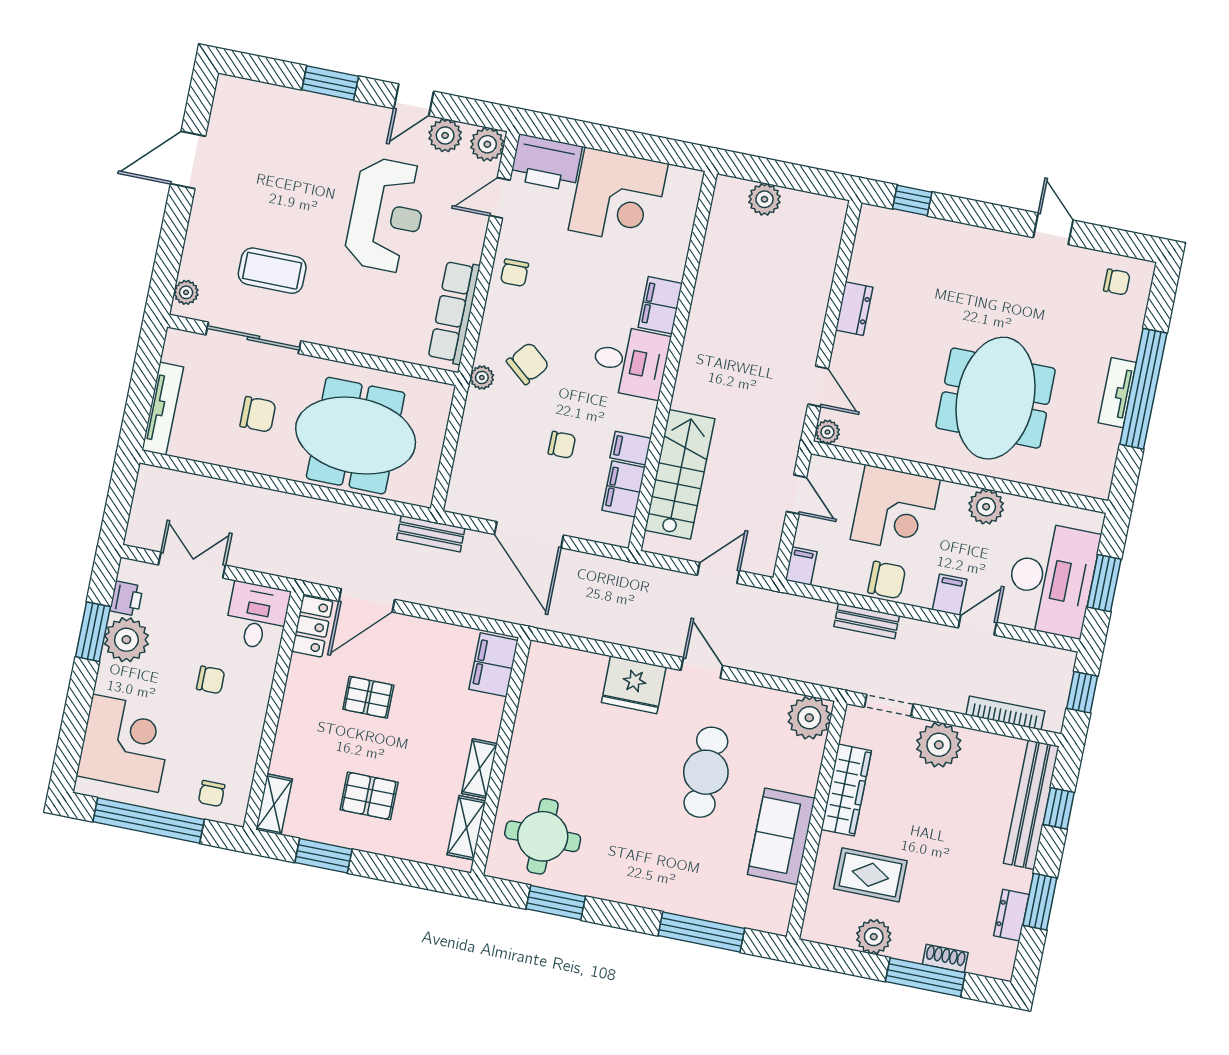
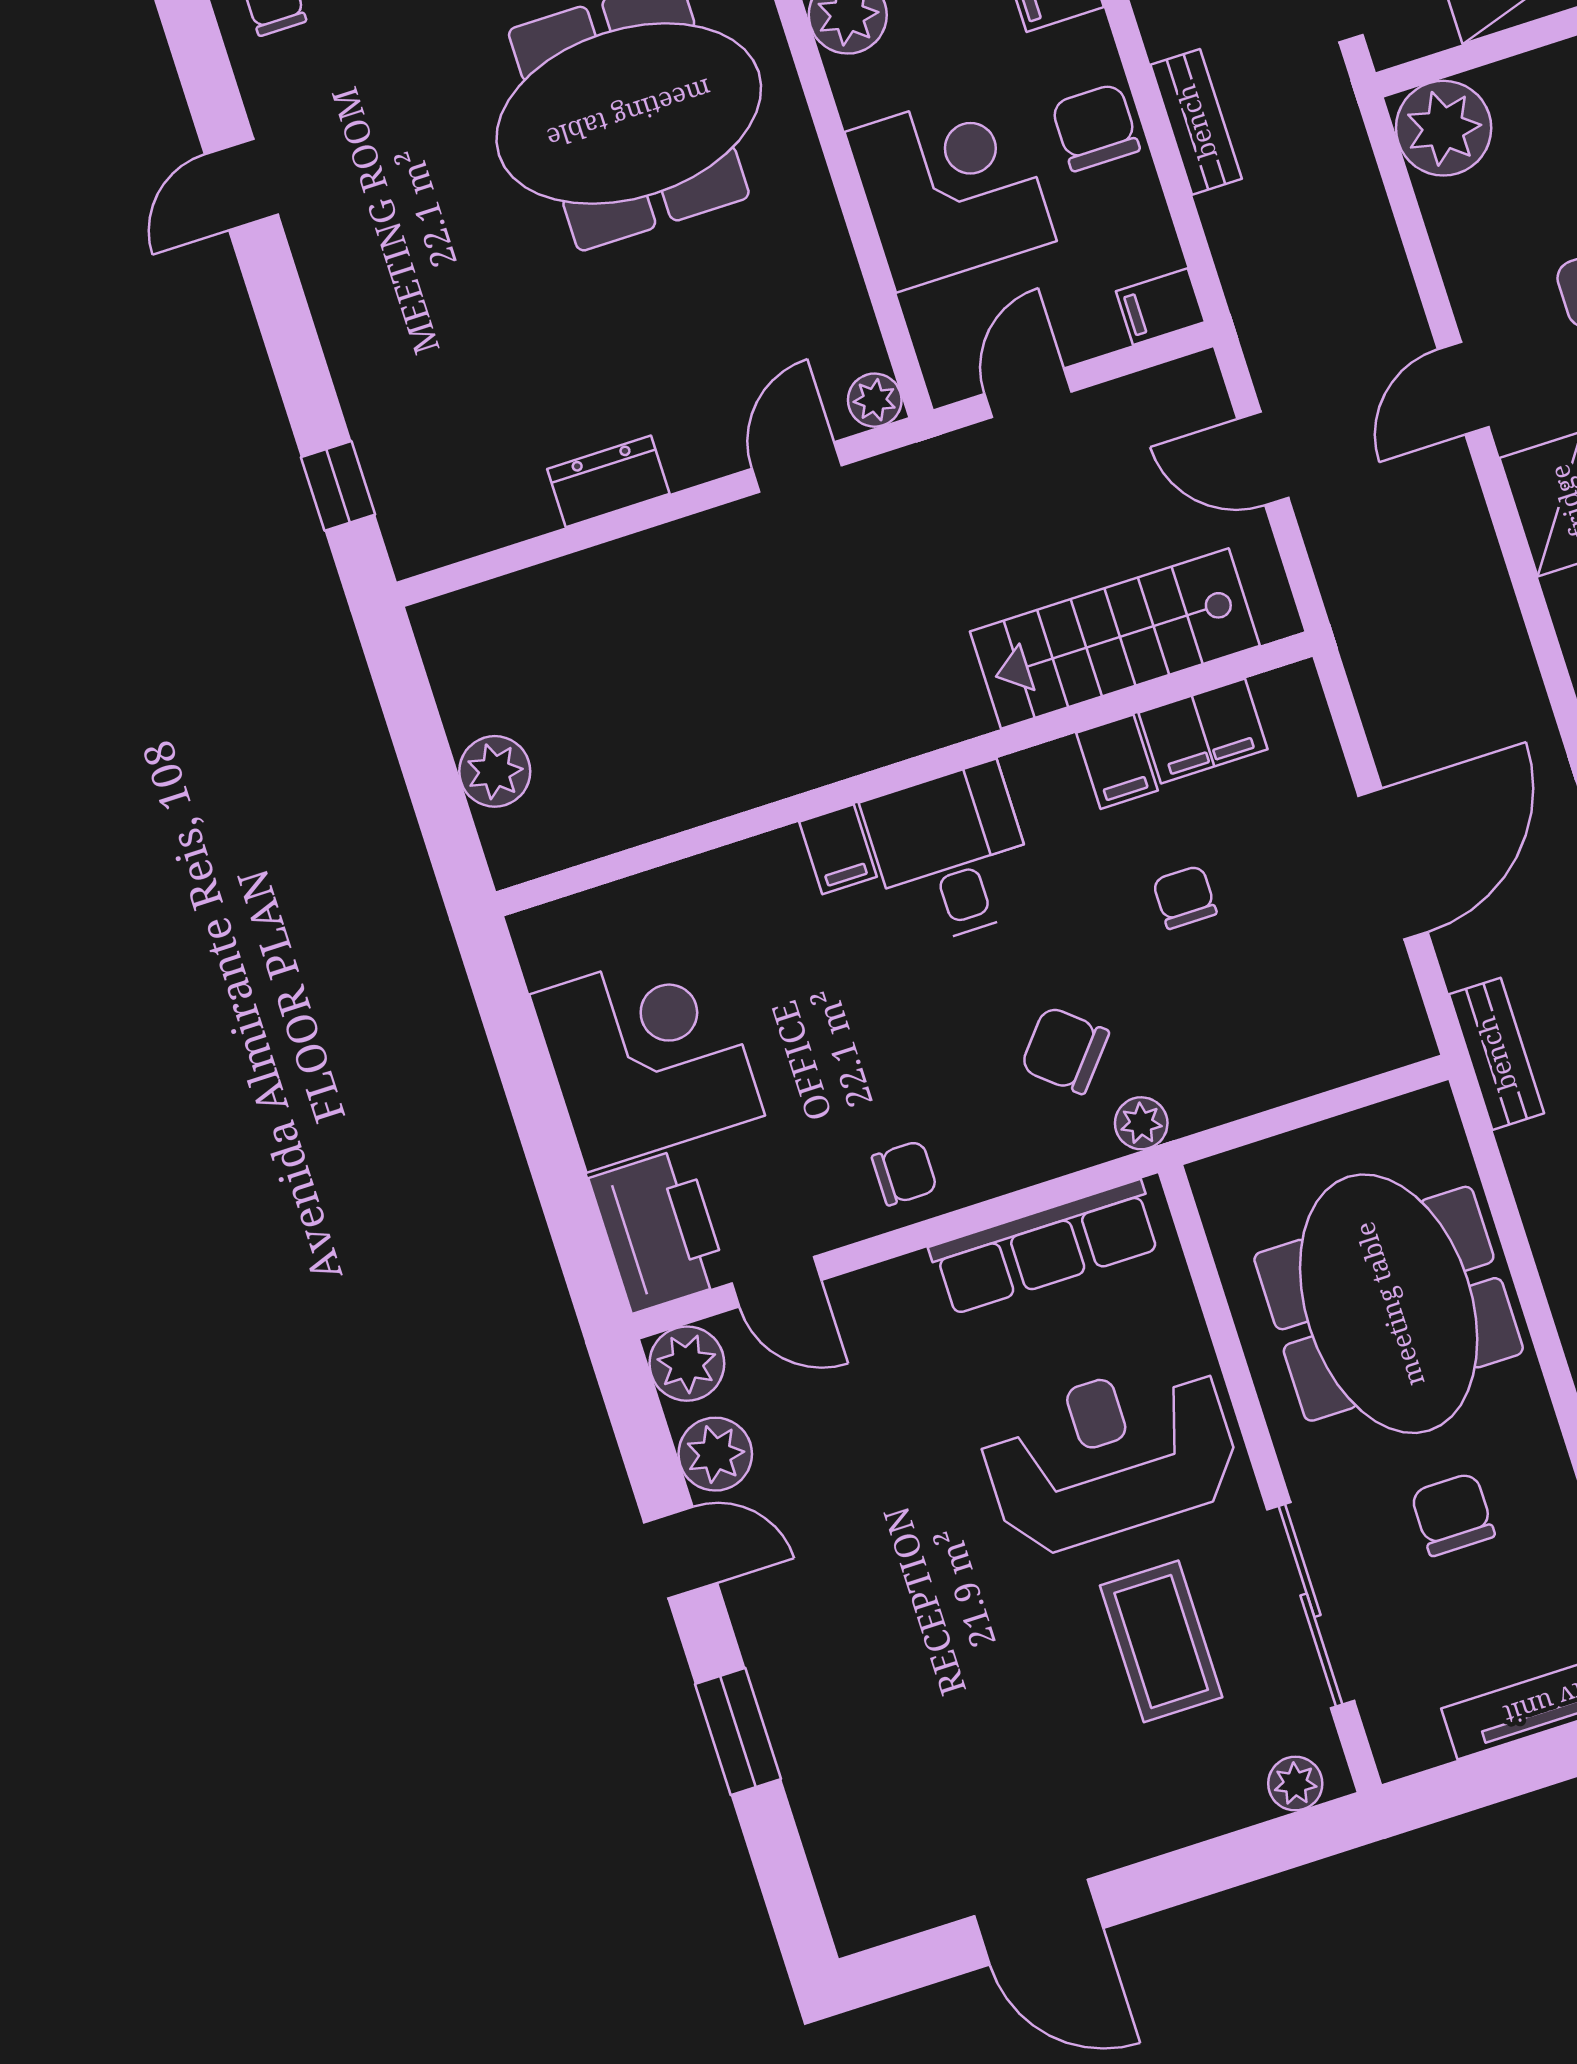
reception desk: (386, 215) -> (1110, 1455), moved
filing cabinet: (660, 305) -> (838, 849), width x0.50

